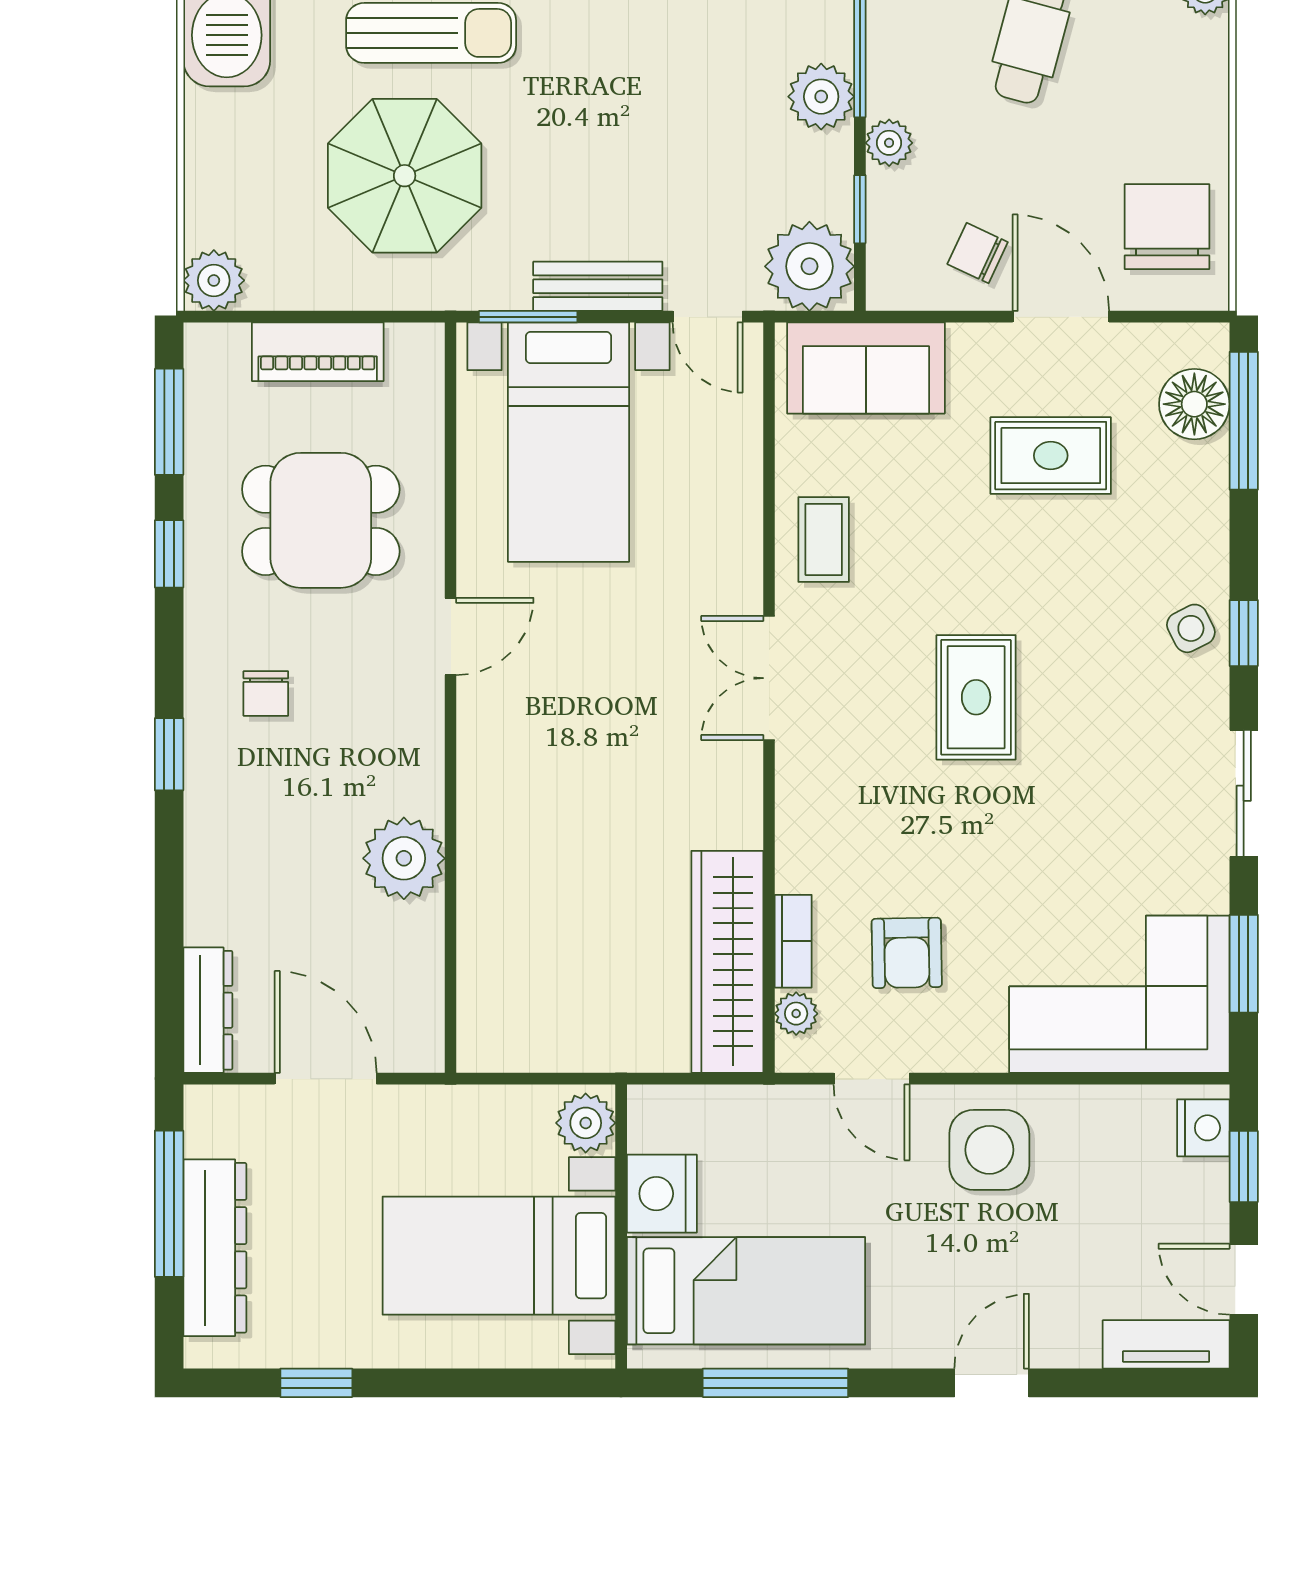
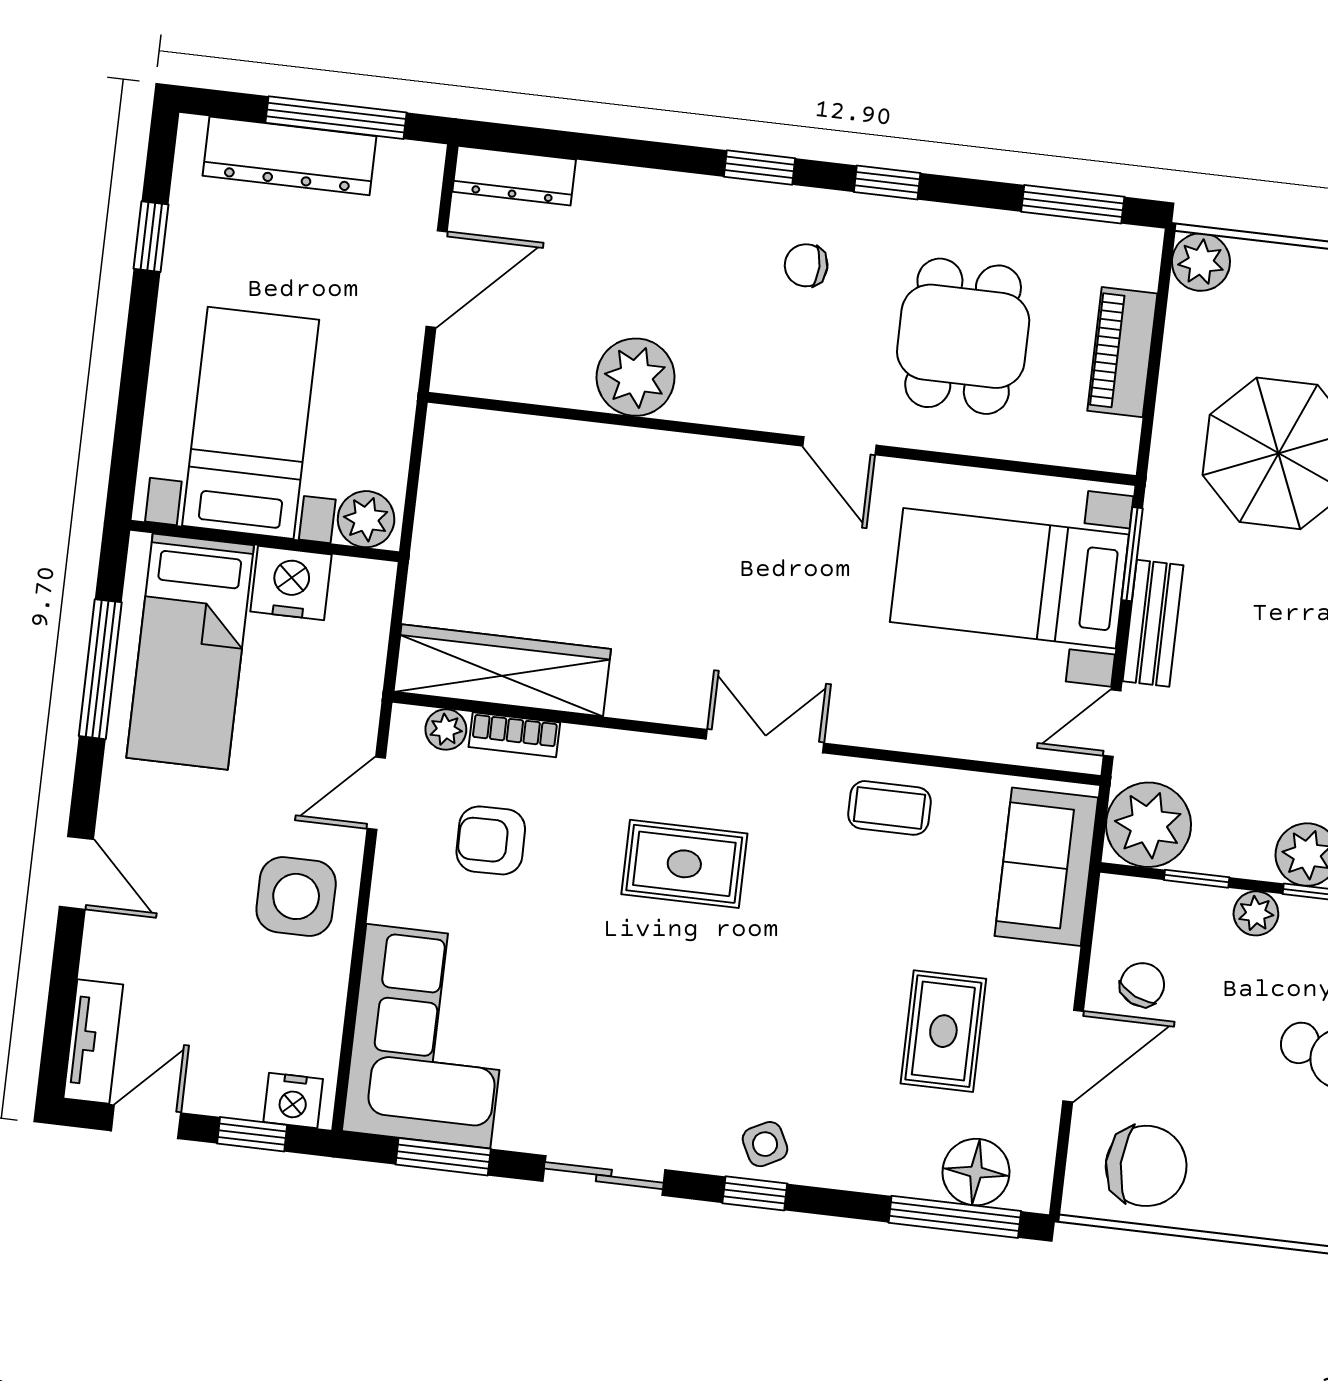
window: (169, 554) -> (887, 182), moved
rug: (976, 697) -> (684, 864), moved

